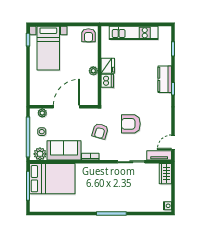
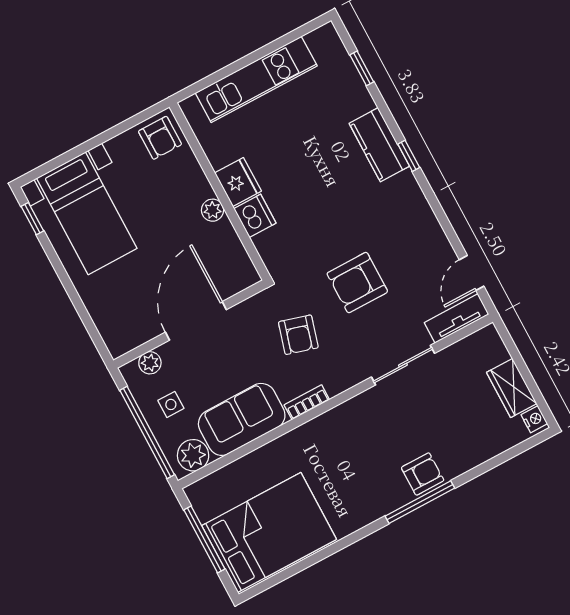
wardrobe: (165, 174) -> (512, 388), moved
bed: (52, 179) -> (269, 532), moved
armchair: (118, 204) -> (423, 474), added

